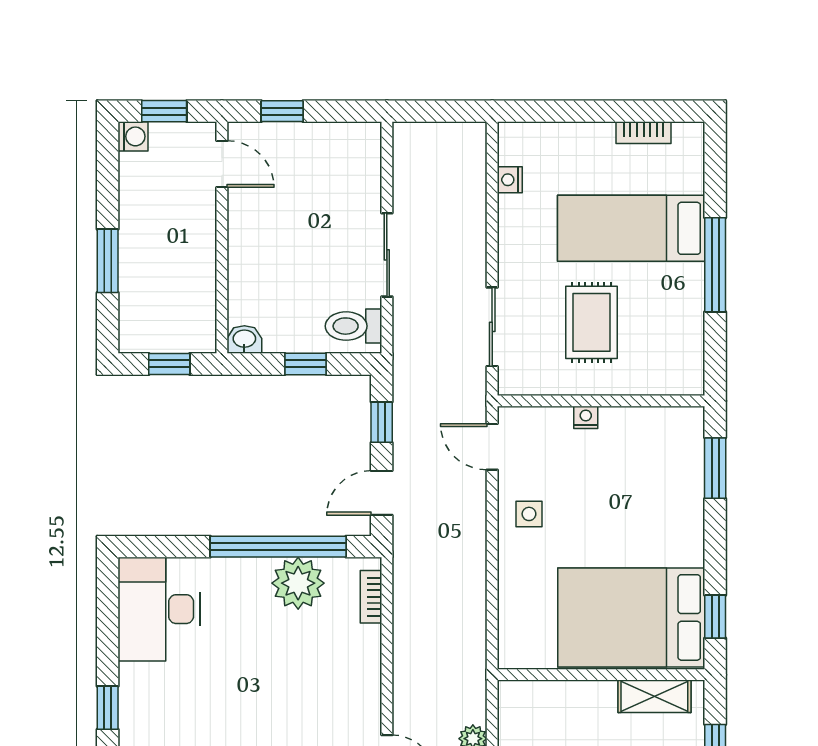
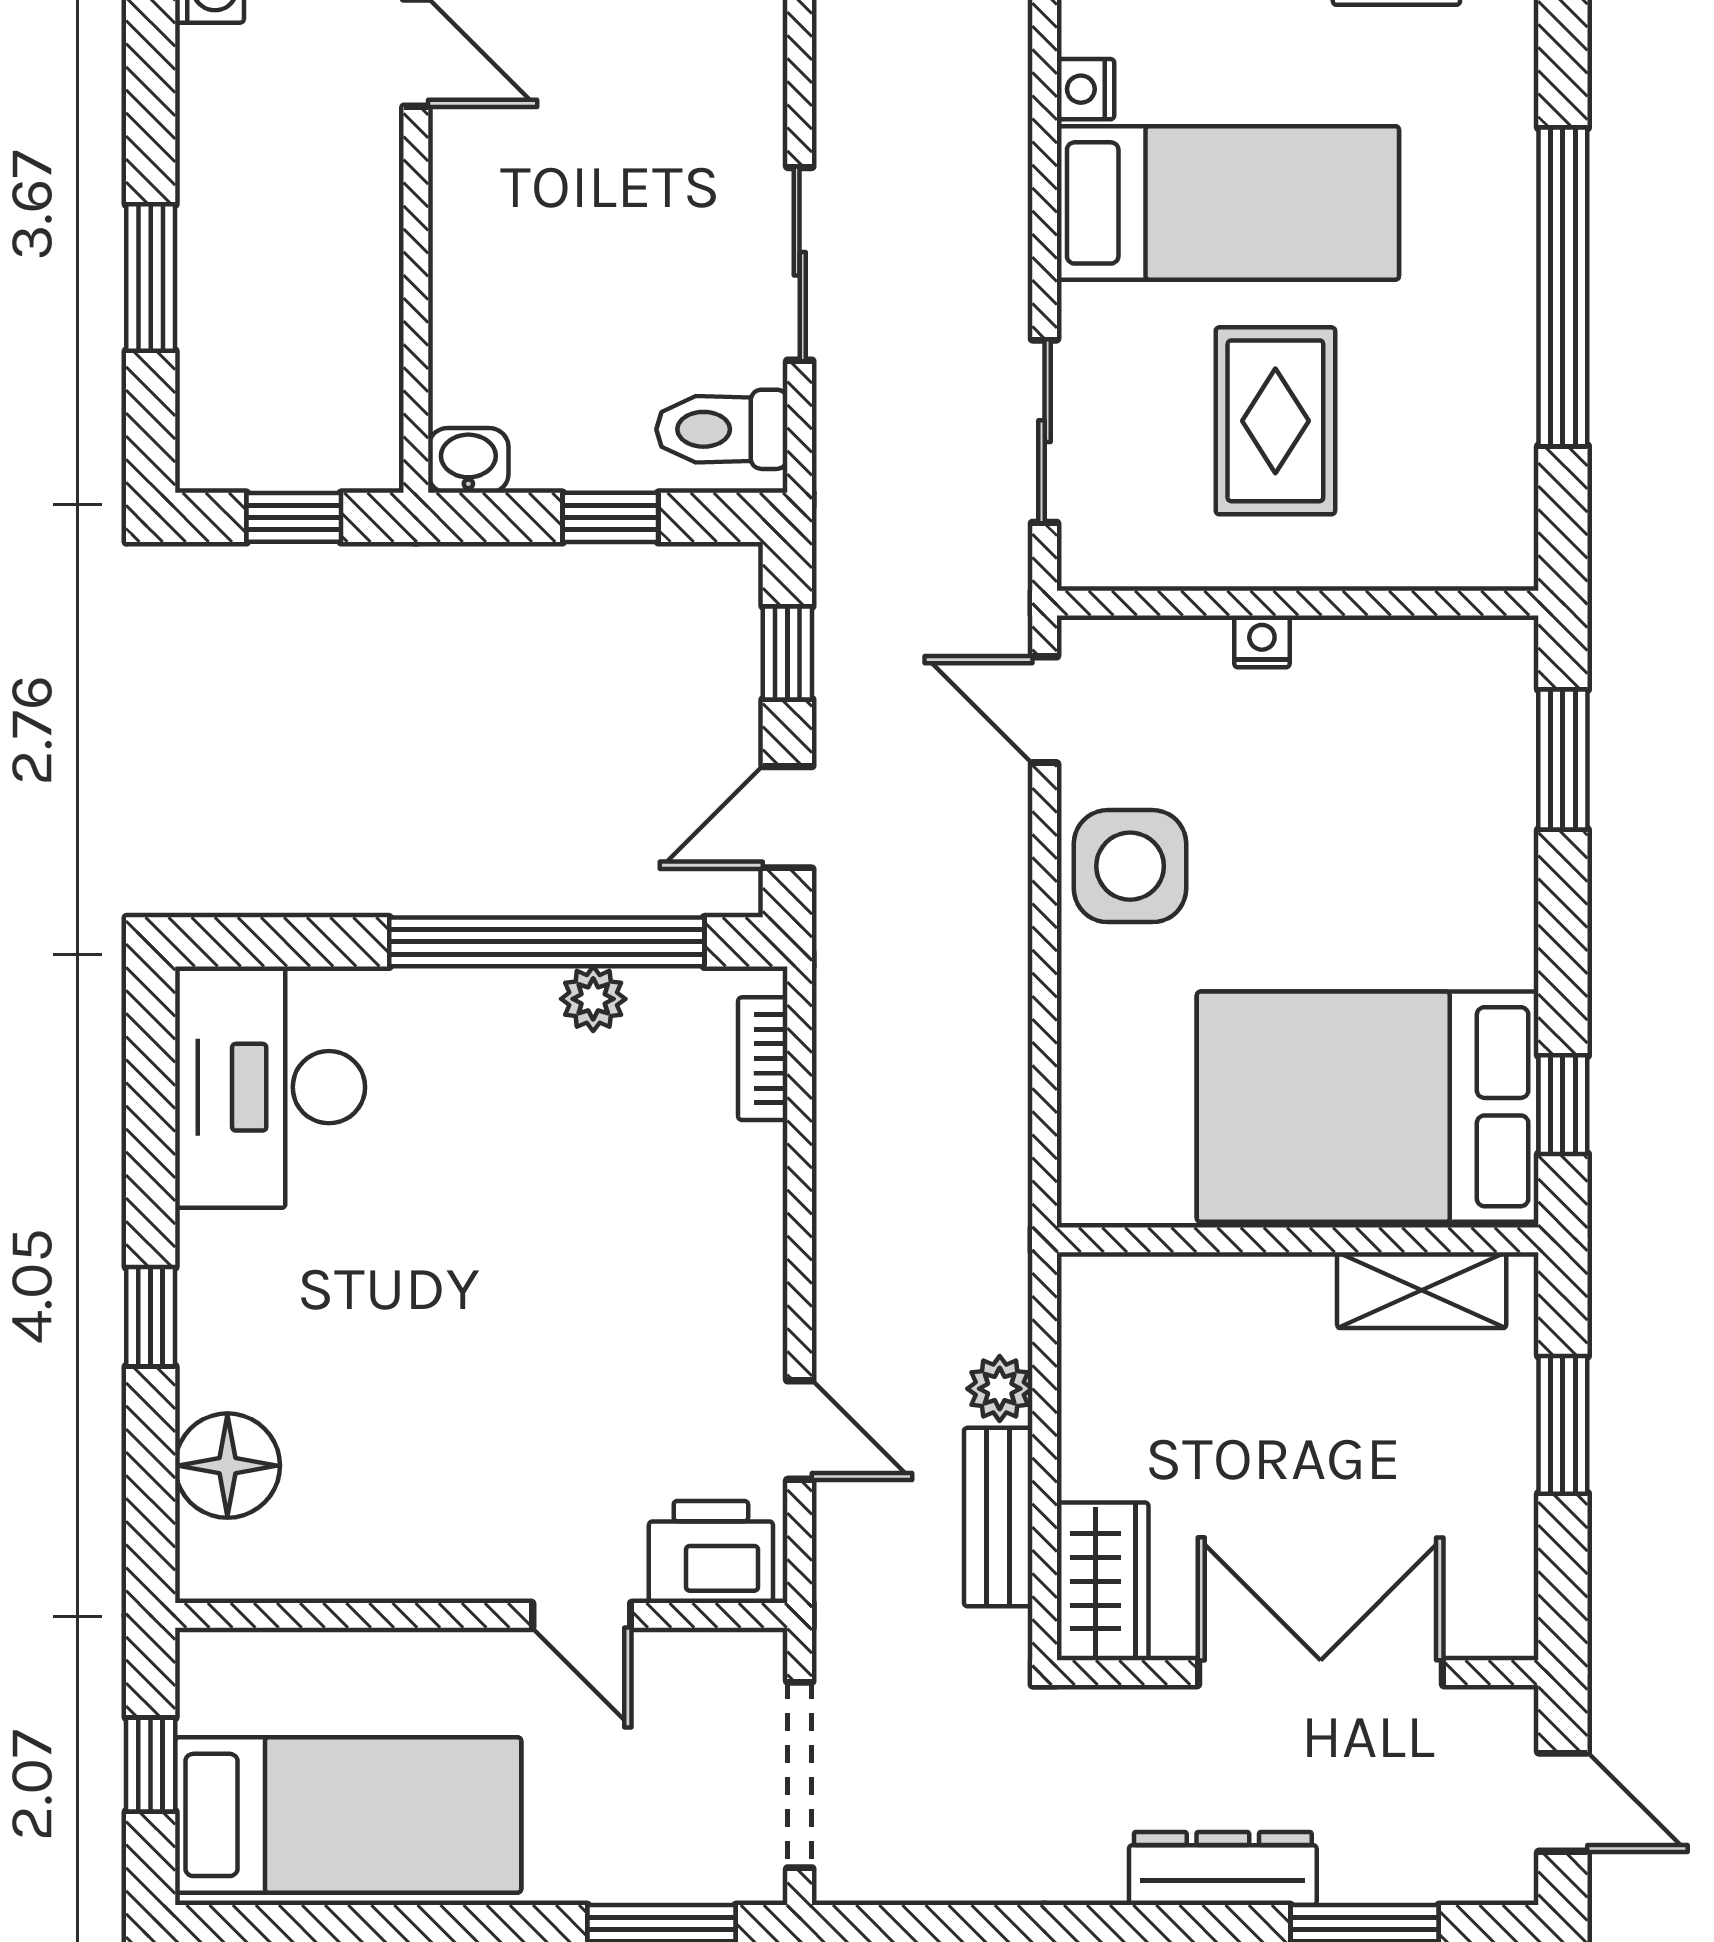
bed: (631, 228) -> (1228, 203), moved, turned 180
window: (715, 265) -> (1563, 287), width x1.46
side table: (529, 514) -> (1130, 866), width x1.87, depth x1.87
plant: (298, 583) -> (593, 999), width x0.53, depth x0.53

